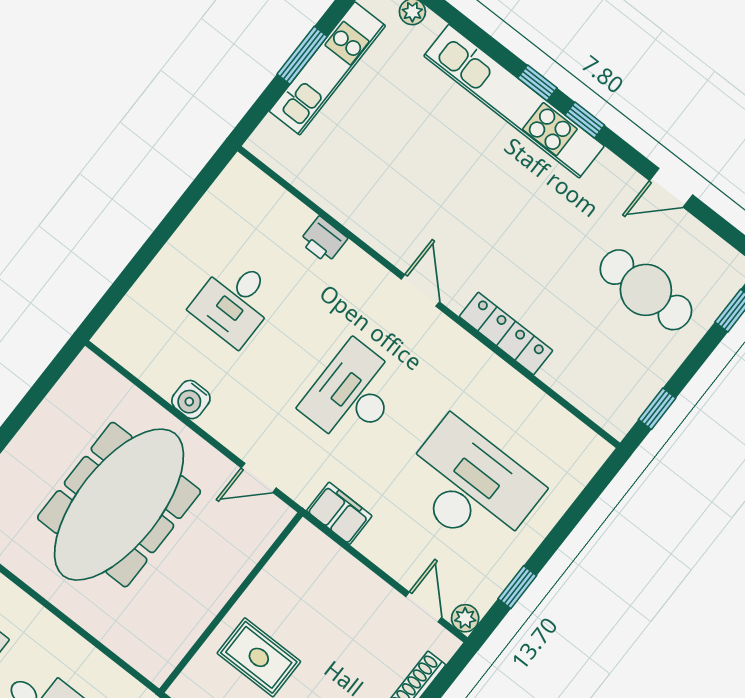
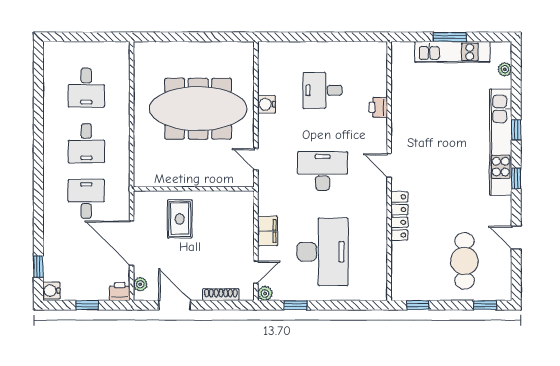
window: (537, 83) -> (516, 130), moved
door: (420, 290) -> (389, 165), swing flipped
filing cabinet: (339, 513) -> (268, 231), moved

